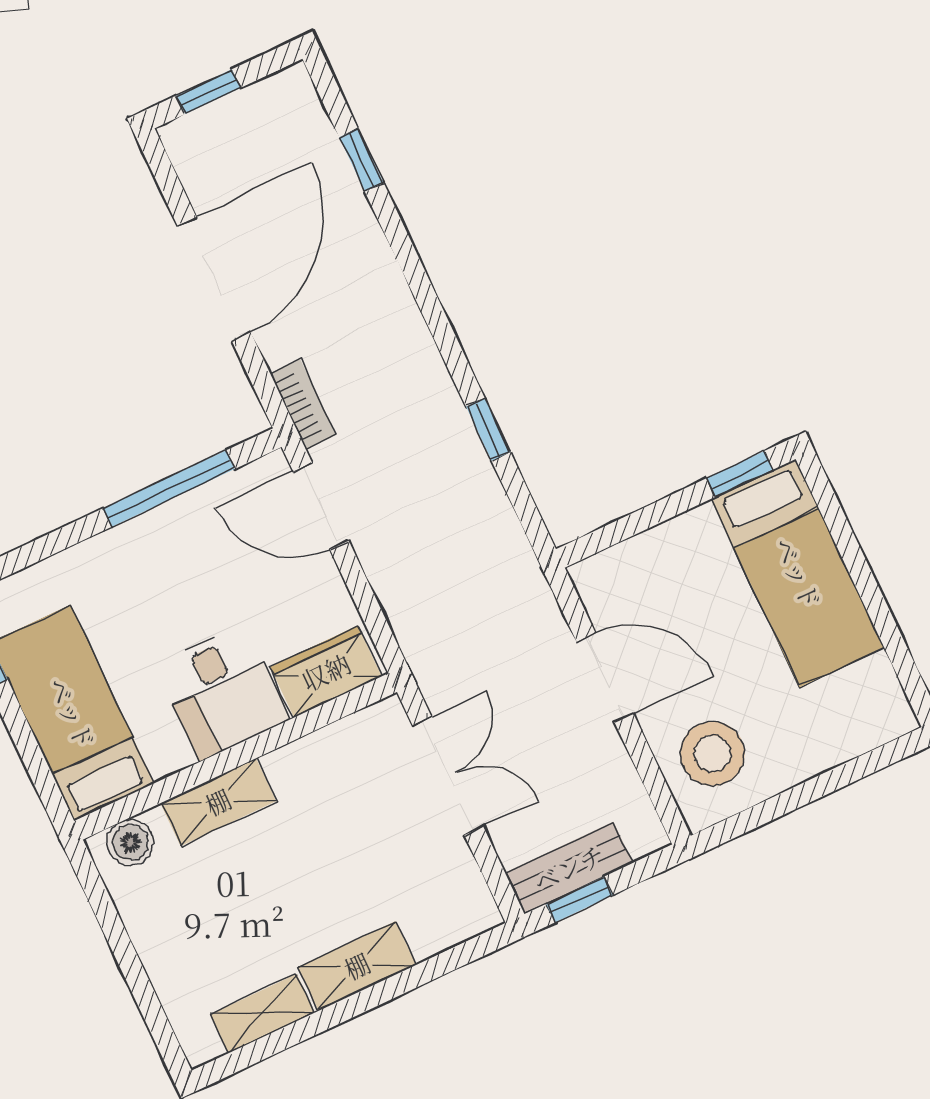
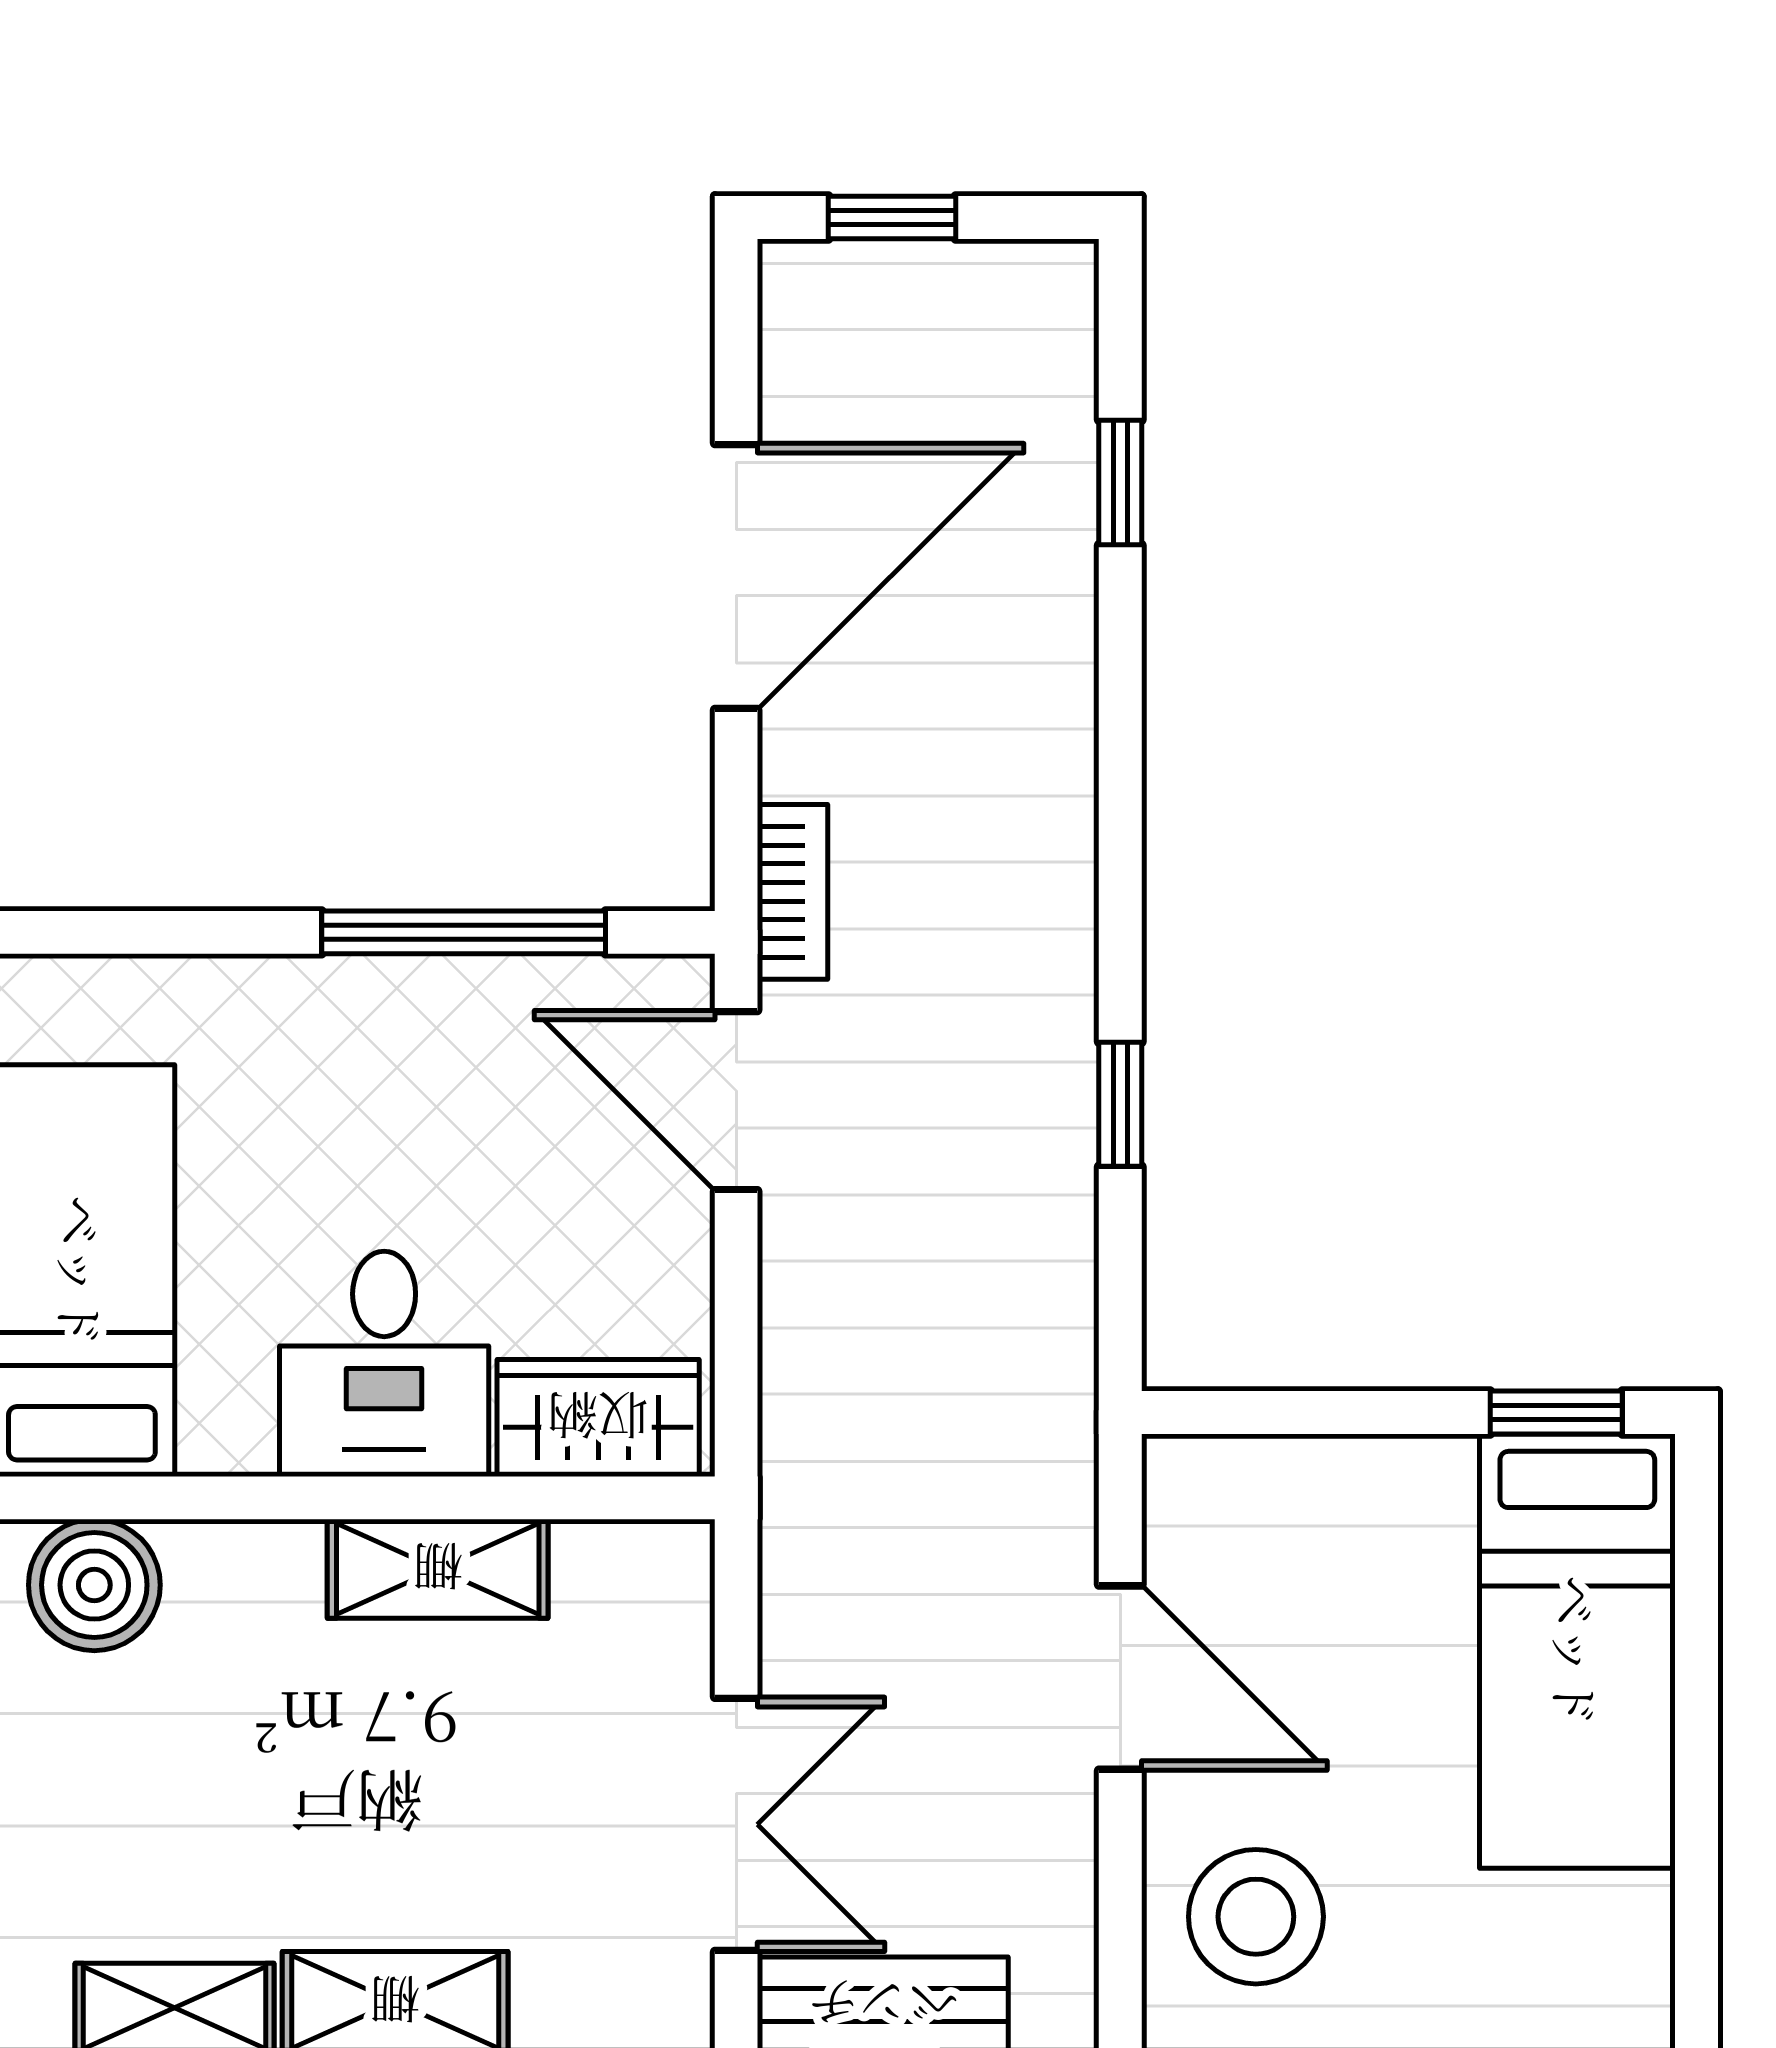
double door: (448, 776) -> (736, 1824), moved
shelving: (218, 802) -> (438, 1569), moved
boiler: (130, 843) -> (94, 1585), width x1.36, depth x1.36

